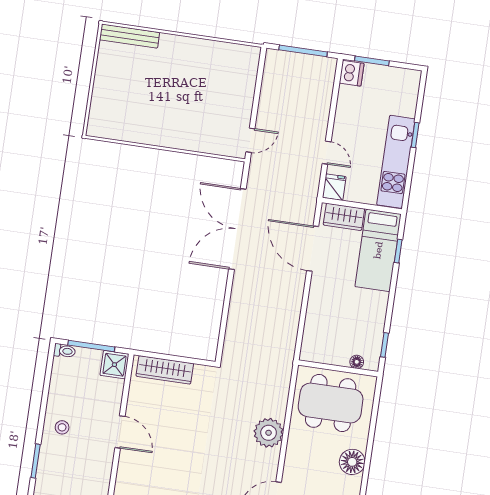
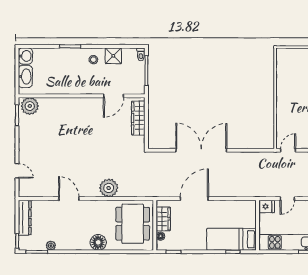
door: (250, 140) -> (288, 150), swing flipped
wardrobe: (344, 217) -> (163, 219), moved, turned 180
double door: (237, 229) -> (201, 150), moved
door: (313, 249) -> (194, 199), moved
shower: (114, 365) -> (113, 56), moved
door: (120, 432) -> (114, 96), moved

